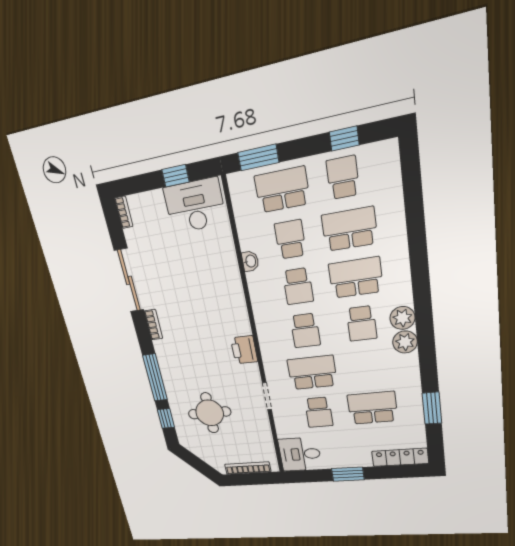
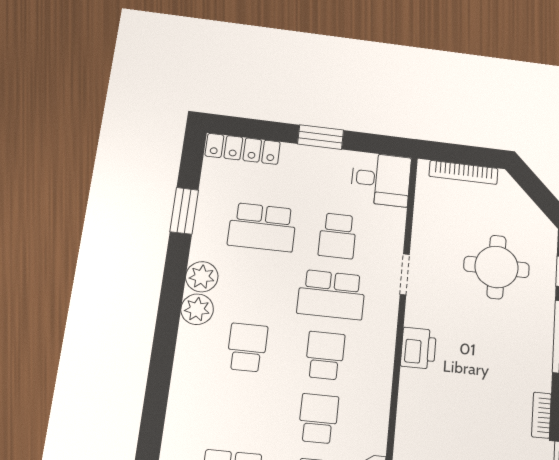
school desk: (356, 278) -> (239, 411), removed
plant: (402, 318) -> (202, 277), moved
school desk: (319, 412) -> (338, 236), turned 180

